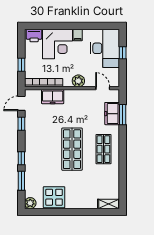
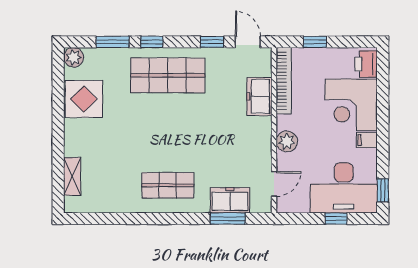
window: (106, 26) -> (383, 190), added
shop shelf: (72, 149) -> (168, 75), moved
shelving: (109, 204) -> (72, 176), moved

